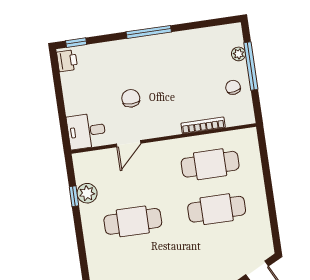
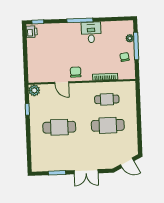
chair: (131, 98) -> (76, 72), moved
desk: (86, 131) -> (91, 32), moved, turned 90
door: (129, 144) -> (62, 83), hinge flipped
cafe table: (210, 164) -> (107, 99), width x0.73, depth x0.74
plant: (87, 193) -> (34, 90), moved

